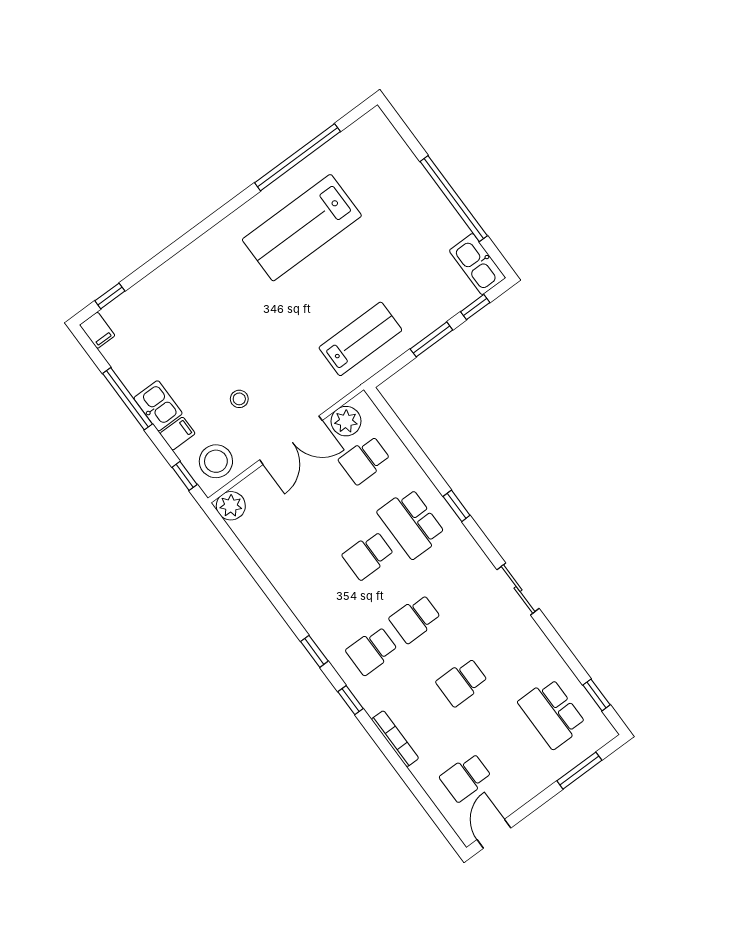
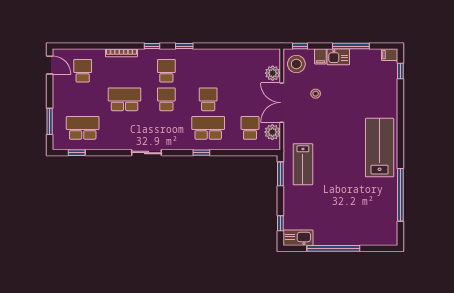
lab bench: (302, 228) -> (380, 148), moved
window: (431, 339) -> (280, 174), moved
plant: (231, 506) -> (273, 73), moved
school desk: (462, 682) -> (125, 99), width x1.85

